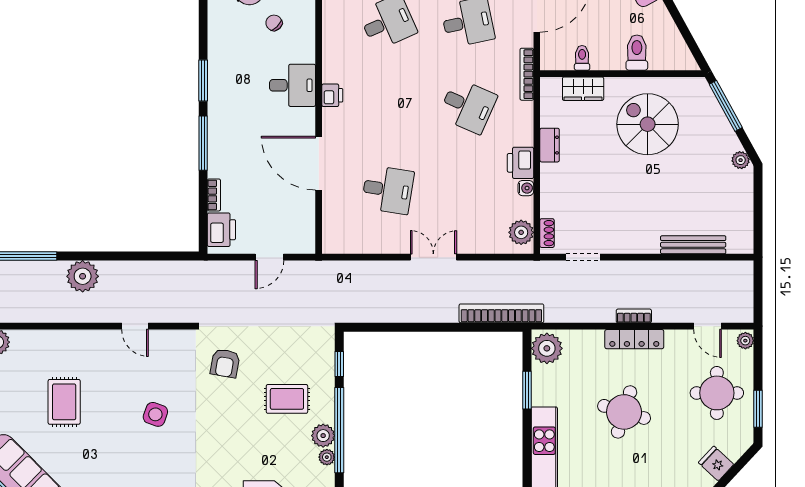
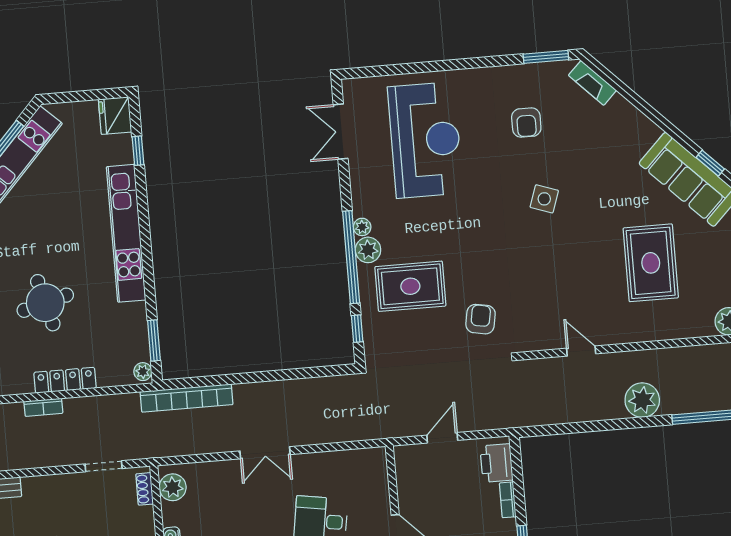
locker: (634, 339) -> (65, 380), moved
plant: (547, 348) -> (143, 372), width x0.53, depth x0.53
window: (527, 390) -> (154, 340), moved
rug: (287, 399) -> (410, 286), width x1.36, depth x1.43
rug: (64, 402) -> (651, 263), width x1.36, depth x1.43
round table: (624, 412) -> (45, 303), turned -32
side table: (155, 414) -> (544, 199), moved

